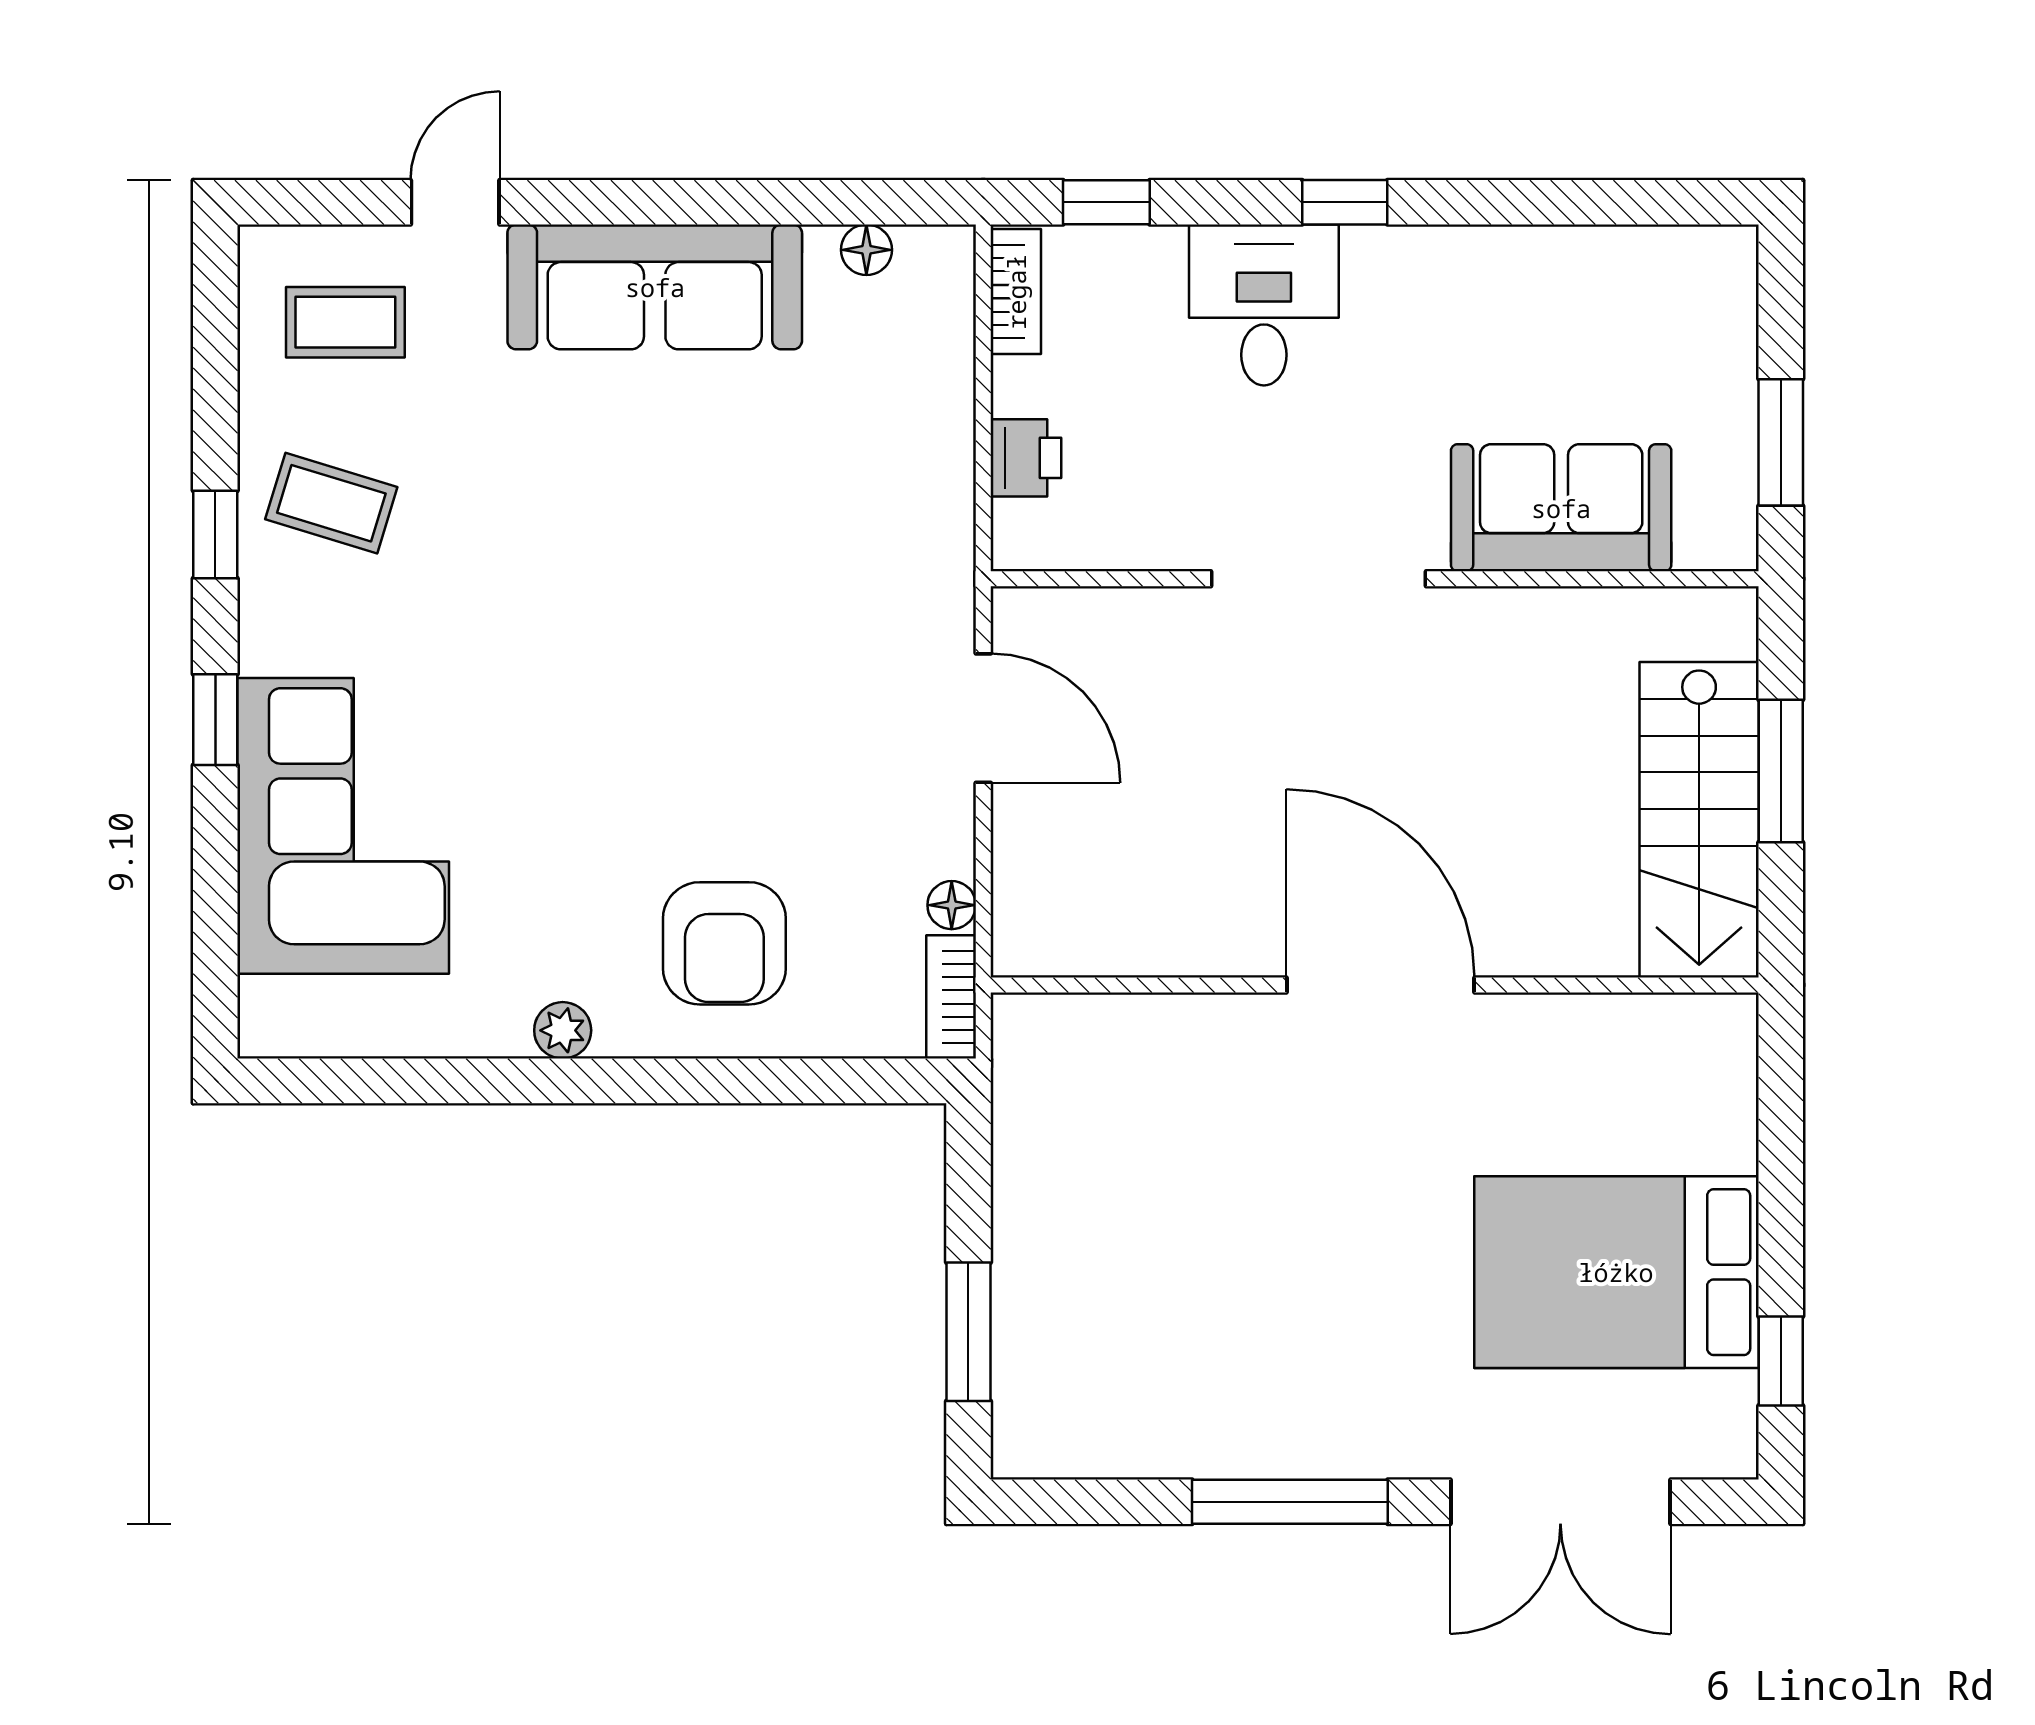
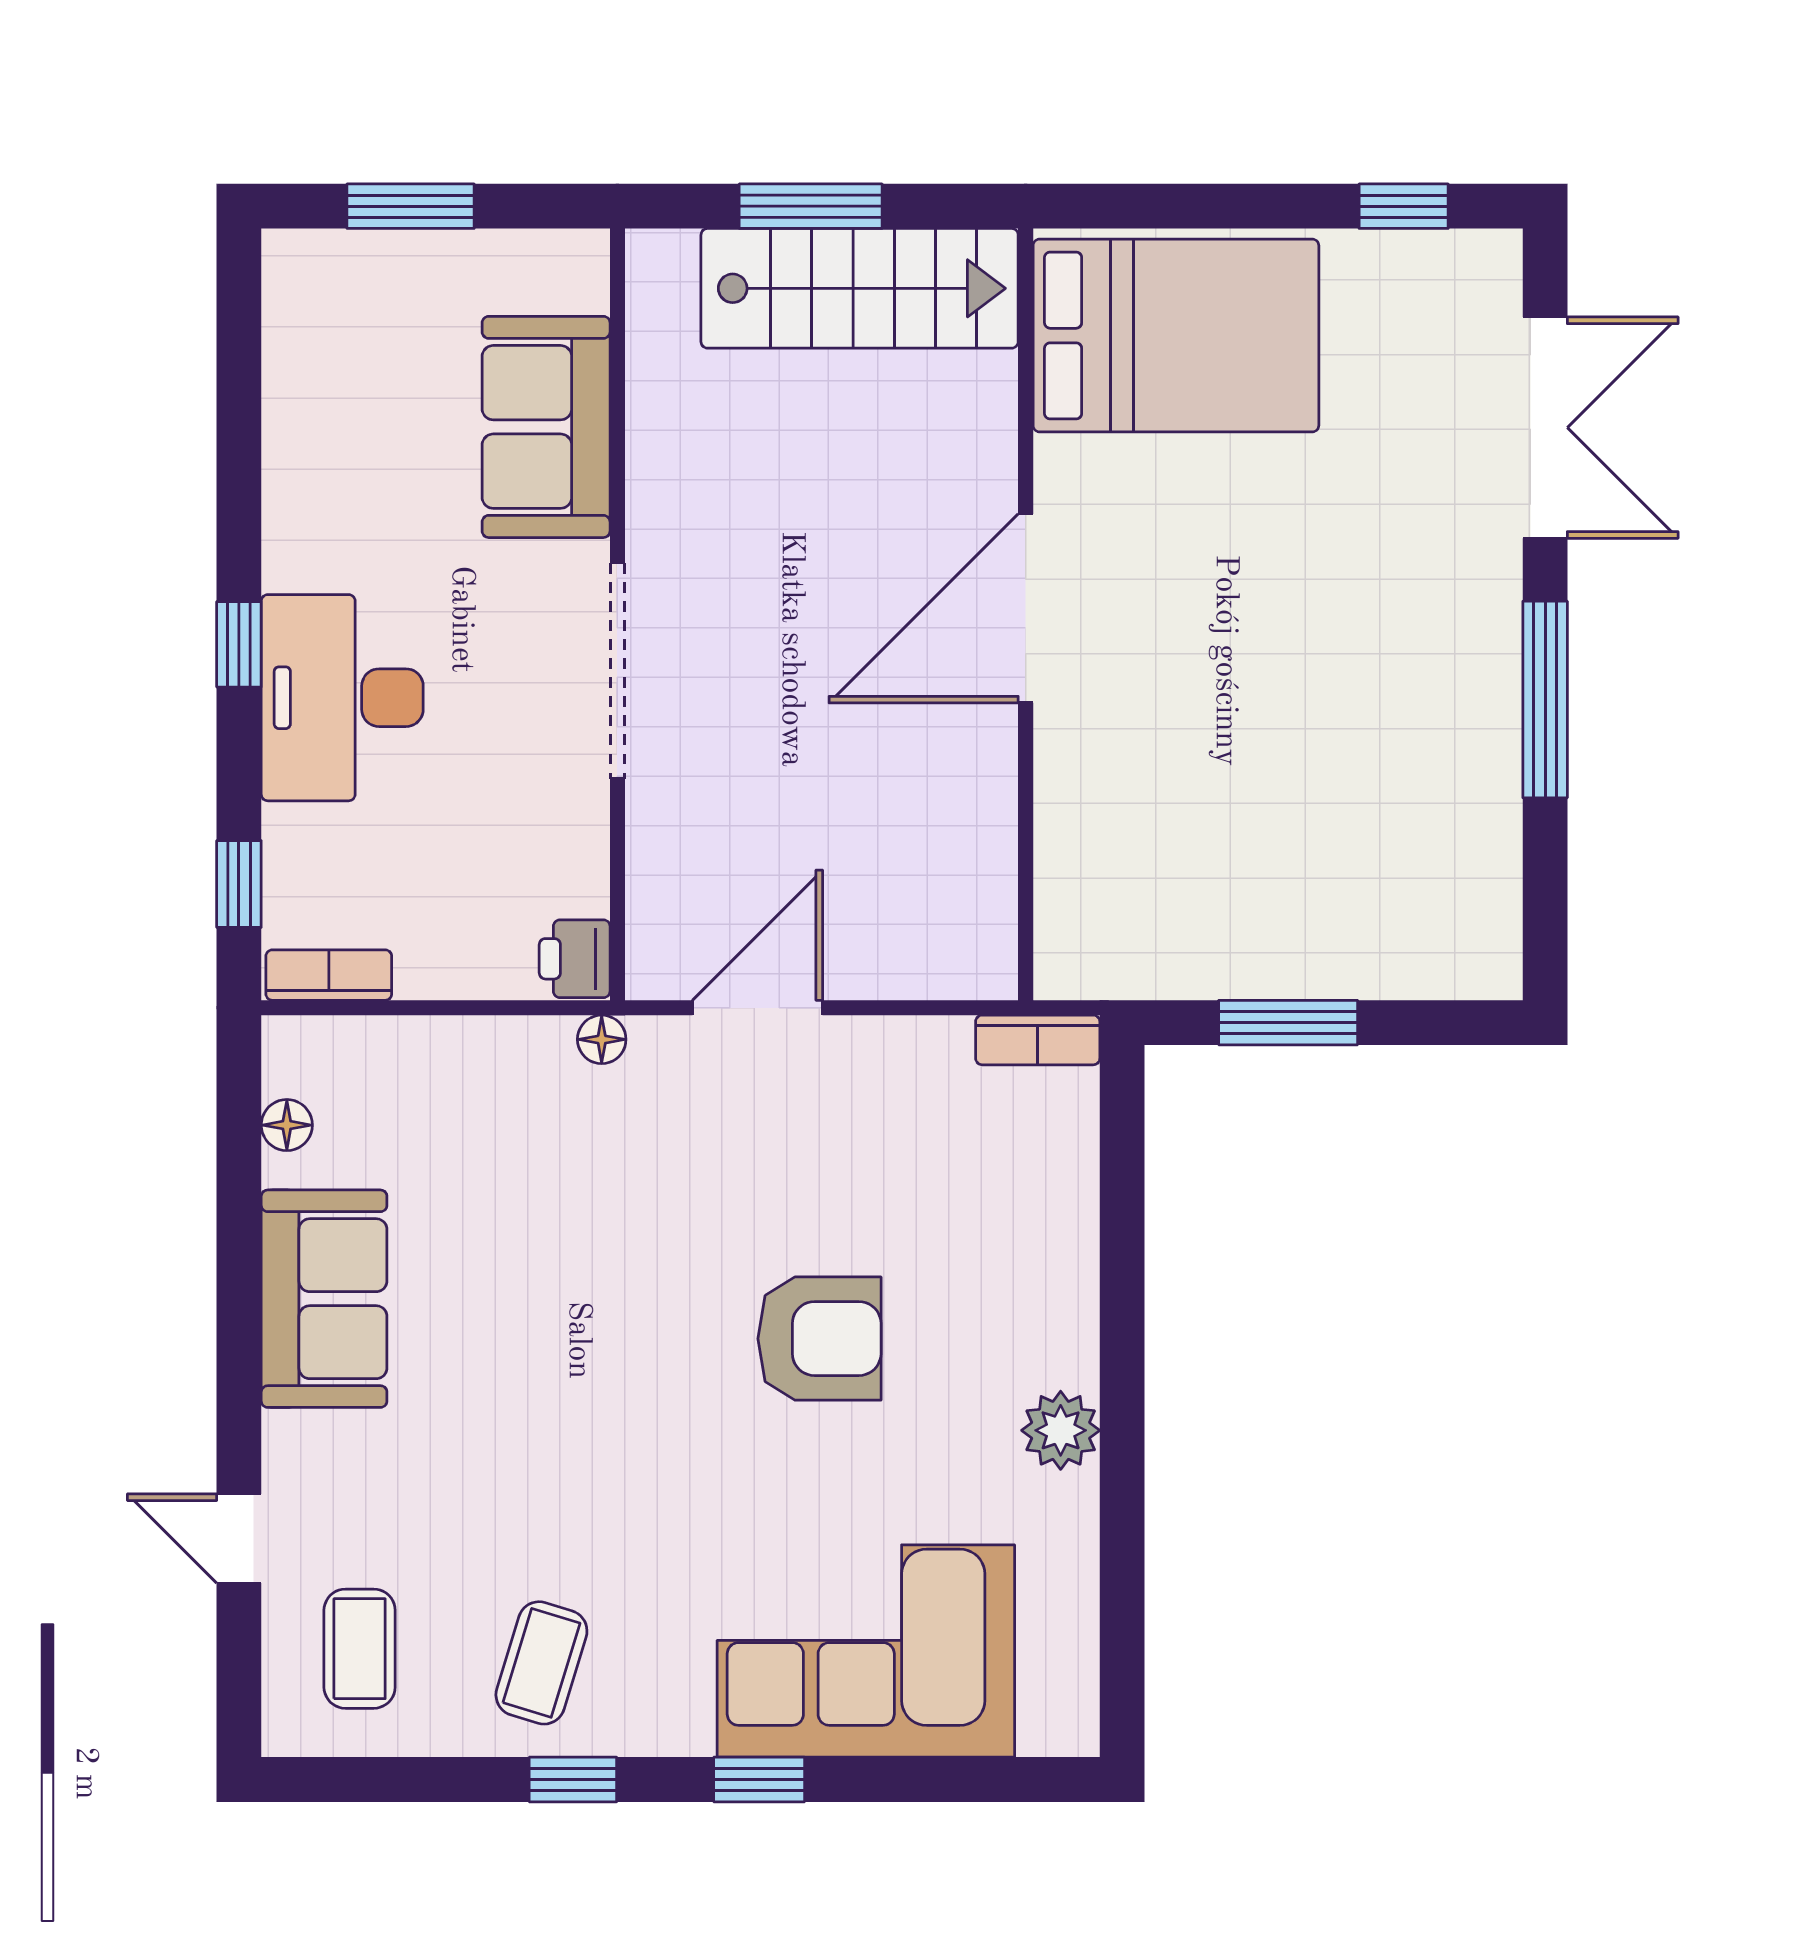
sofa: (655, 287) -> (324, 1299), width x0.73
desk: (1264, 305) -> (342, 698), width x1.37
window: (1781, 442) -> (411, 206), moved
printer: (1026, 458) -> (575, 959), moved, turned -90
floor lamp: (952, 905) -> (602, 1039), moved
armchair: (724, 943) -> (819, 1339), moved
plant: (563, 1030) -> (1061, 1430), width x1.38, depth x1.38
bed: (1616, 1272) -> (1176, 336), moved, turned -90
window: (968, 1332) -> (1288, 1023), moved

